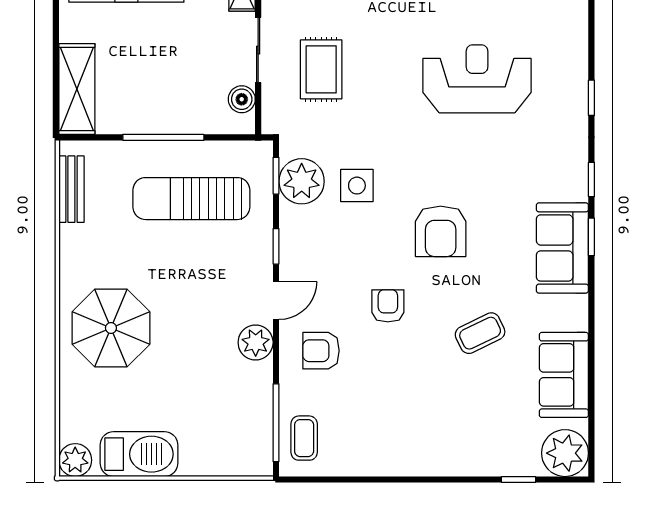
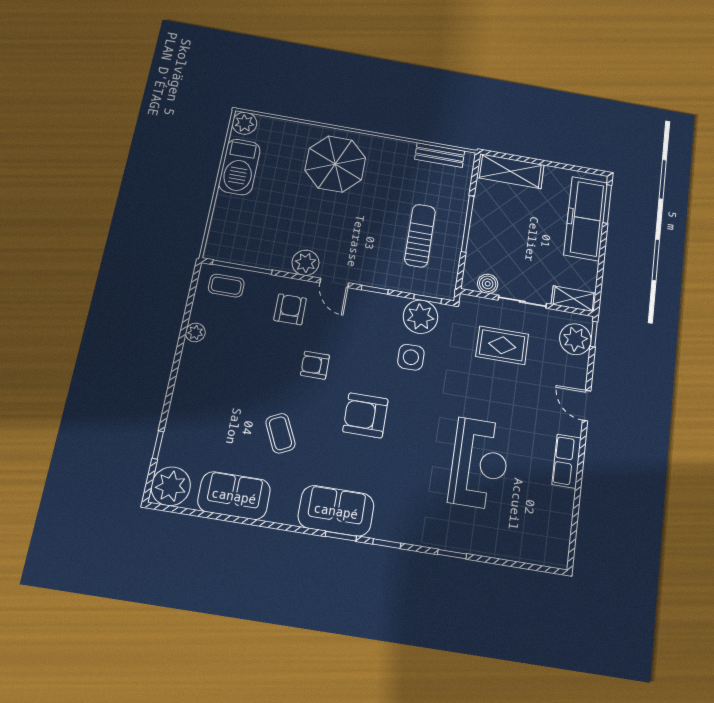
sun lounger: (191, 199) -> (420, 236), width x0.73, depth x0.75
armchair: (388, 306) -> (315, 365), turned 180
plant: (372, 464) -> (195, 332), added

